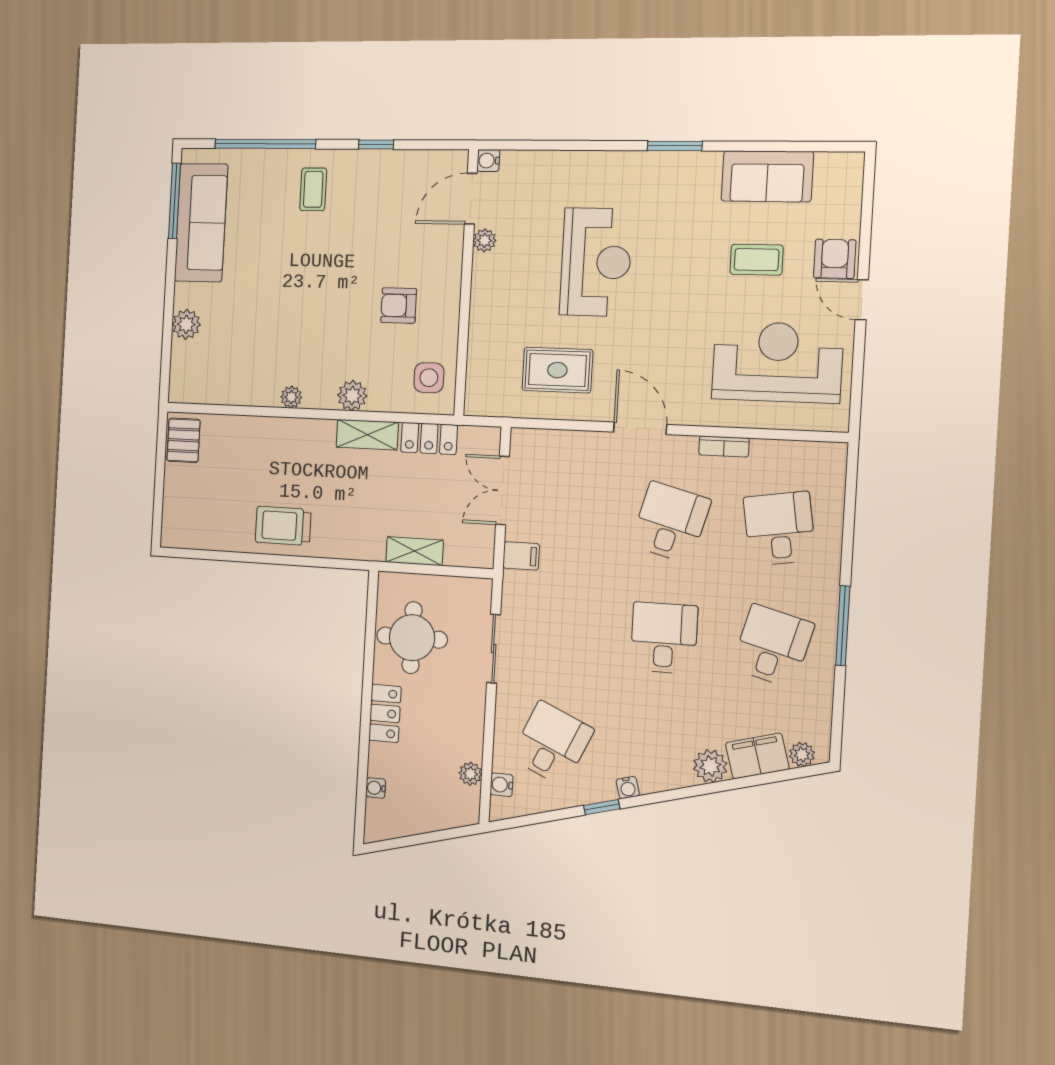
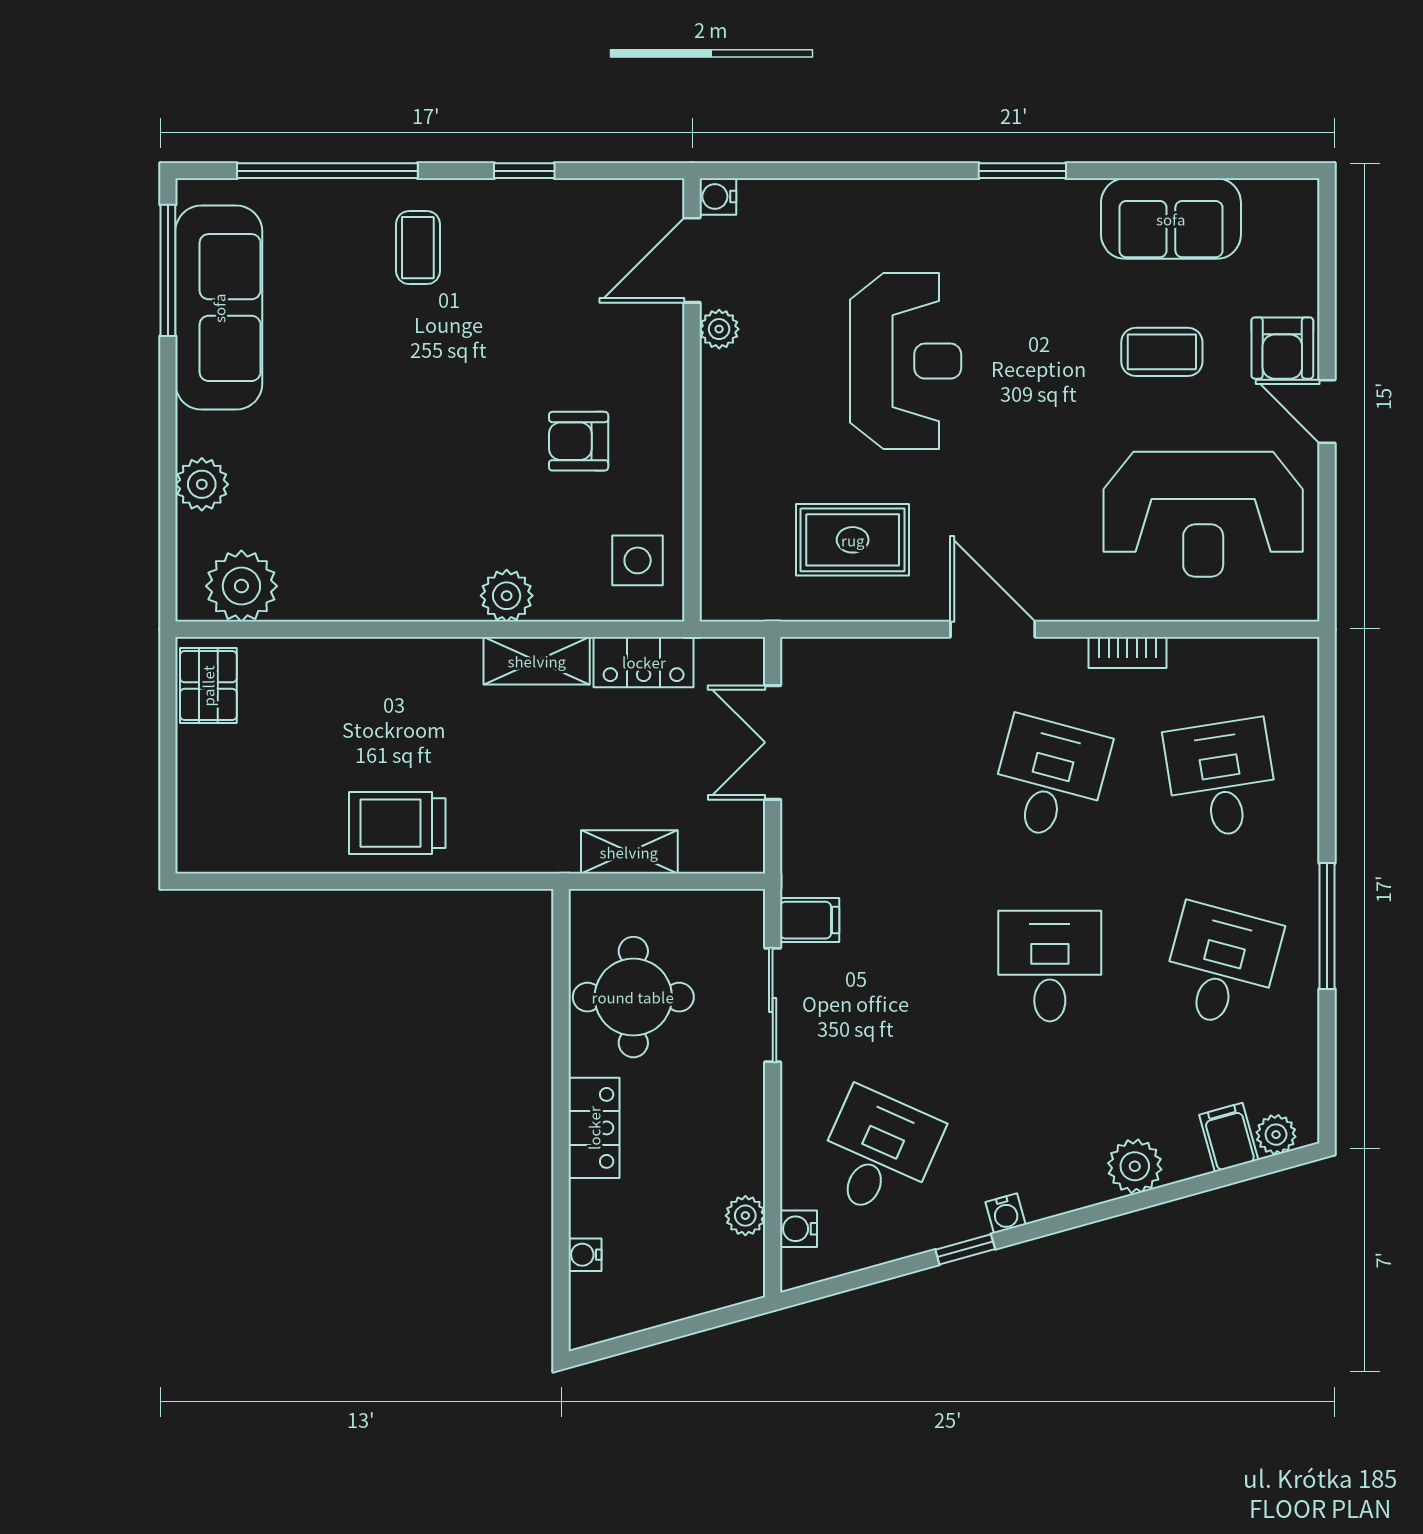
armchair: (835, 259) -> (1282, 348), turned 180
reception desk: (777, 362) -> (1203, 514), turned 180
plant: (291, 397) -> (241, 586), moved, width x1.88, depth x1.88
filing cabinet: (521, 556) -> (810, 920), moved
filing cabinet: (757, 756) -> (1229, 1137), width x0.50

